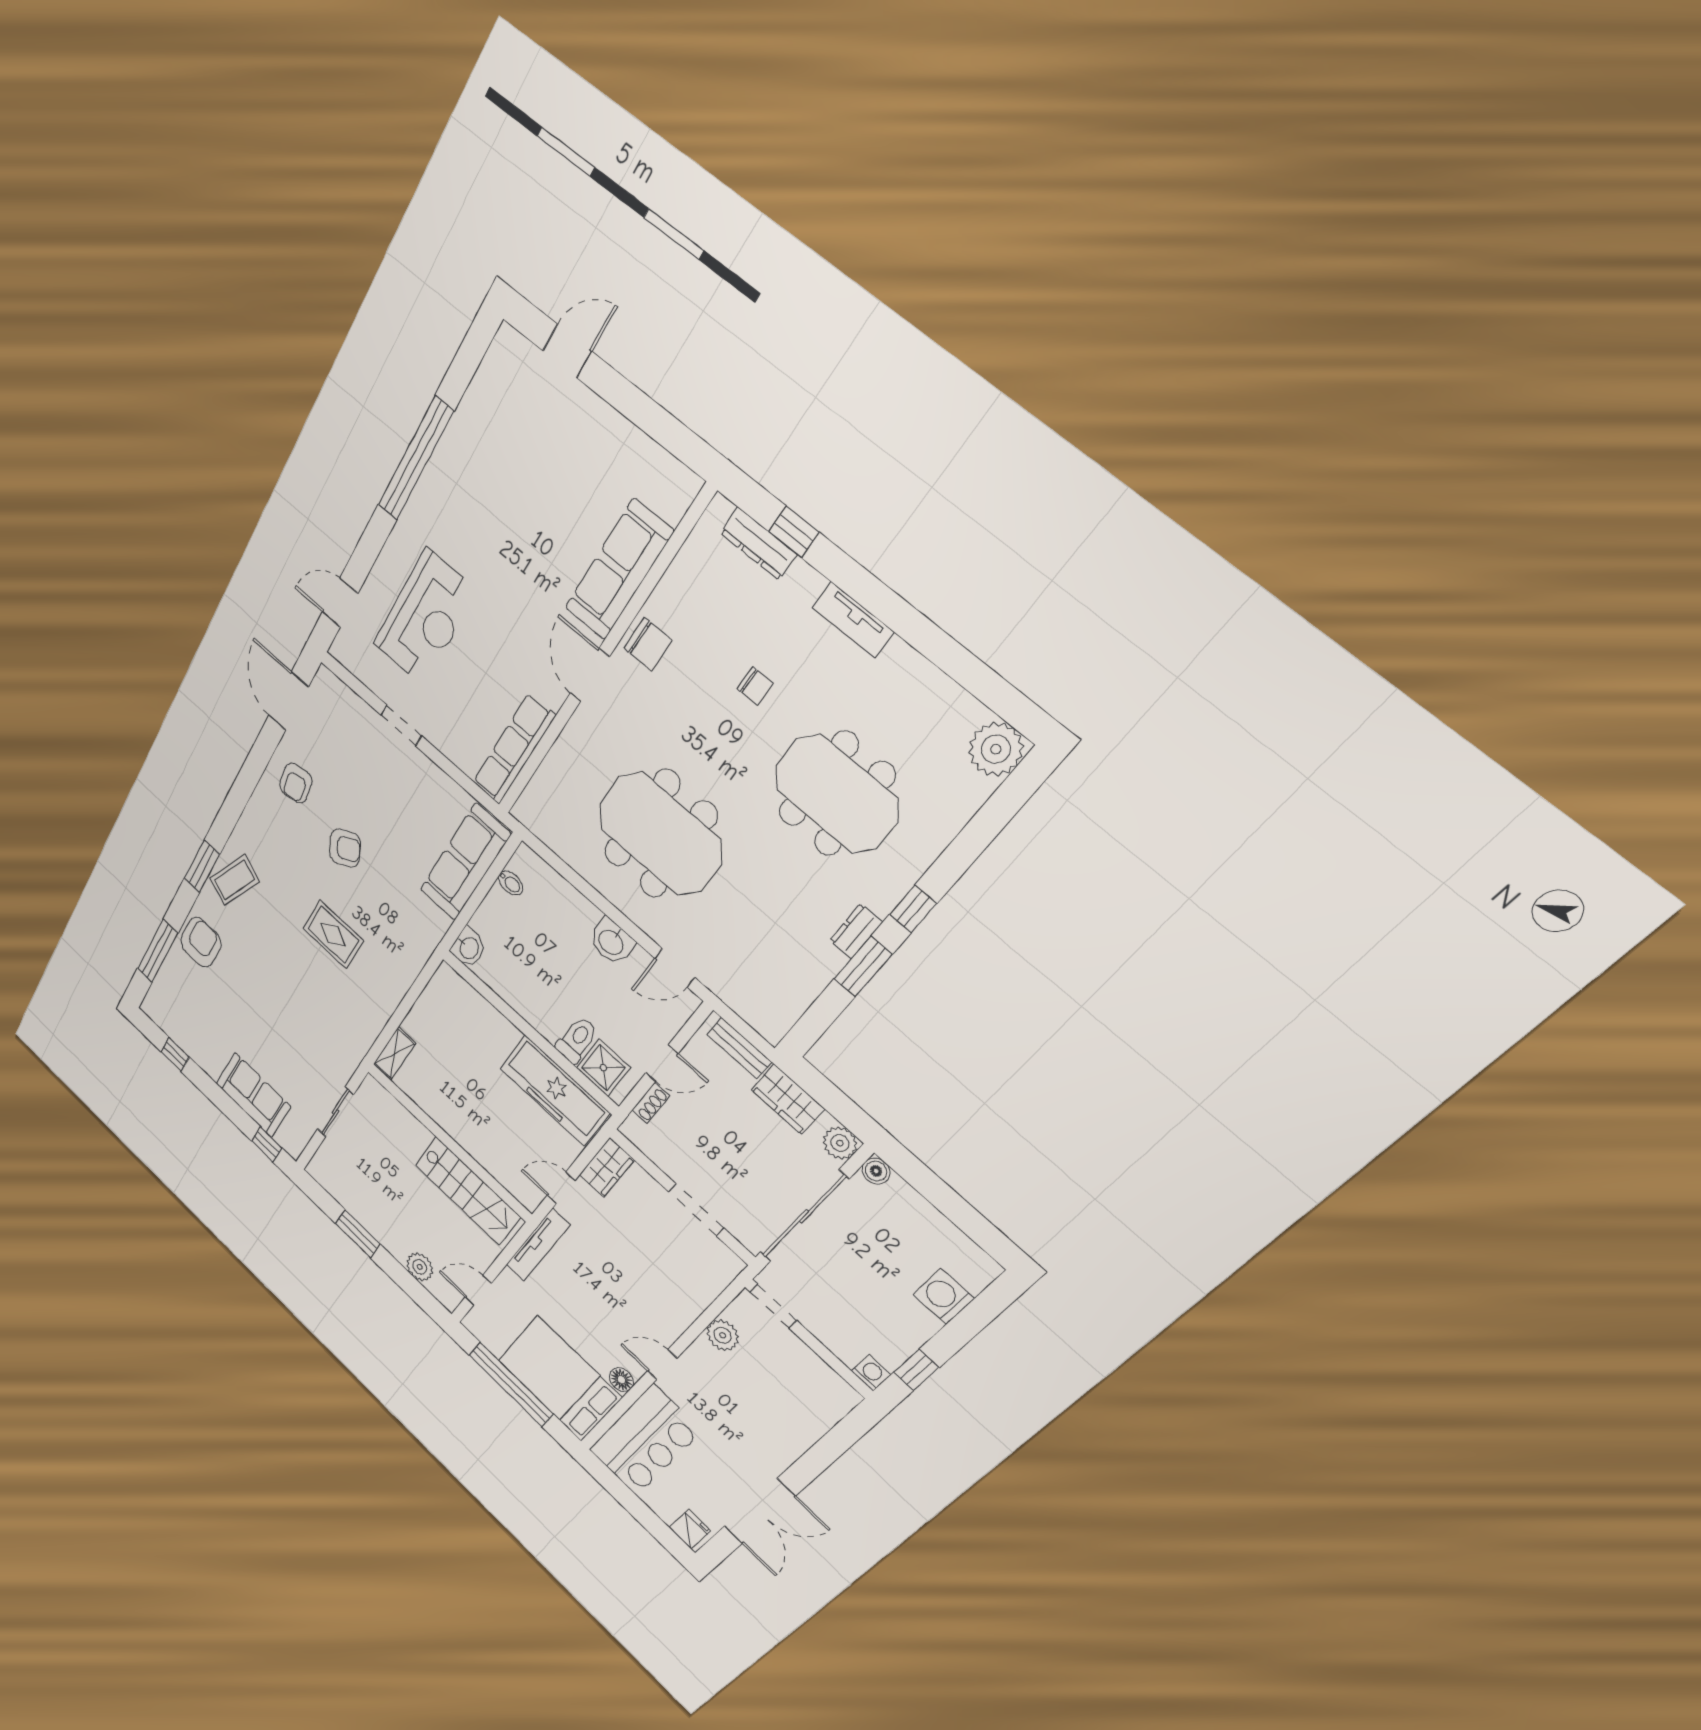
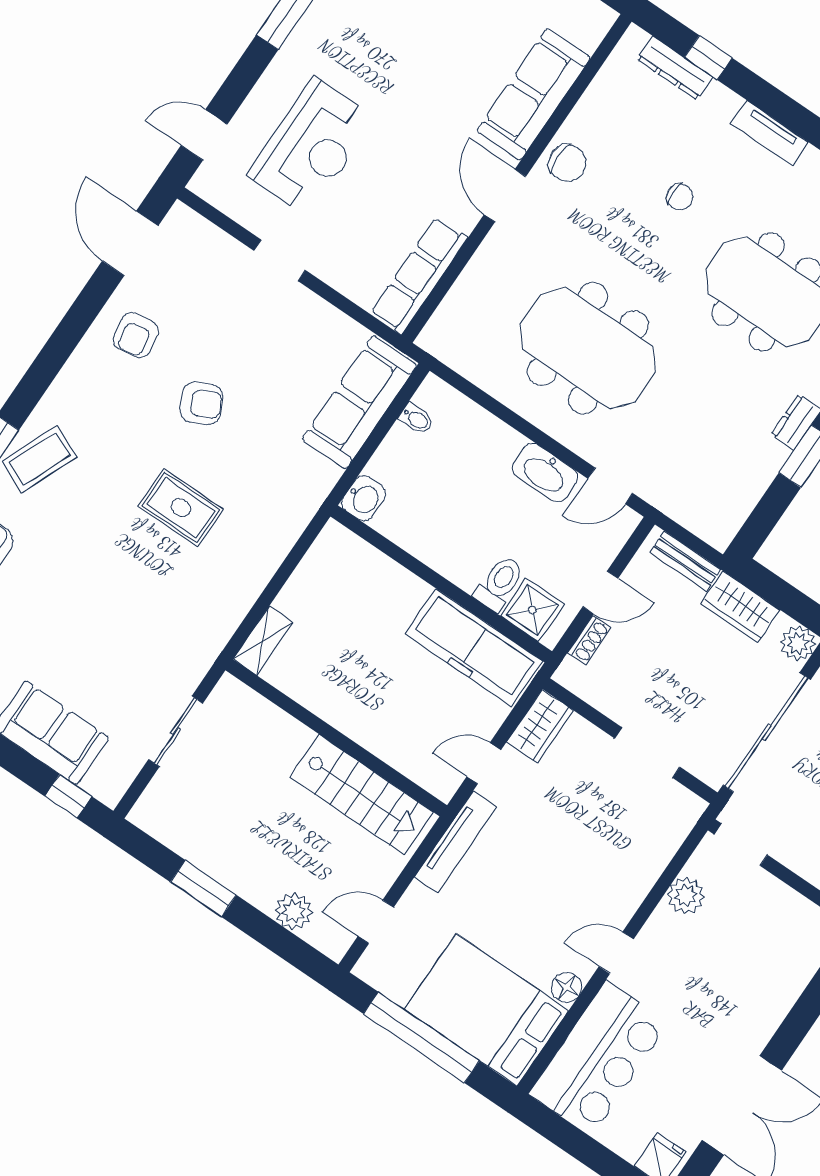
washbasin: (612, 942) -> (545, 473), width x1.38

